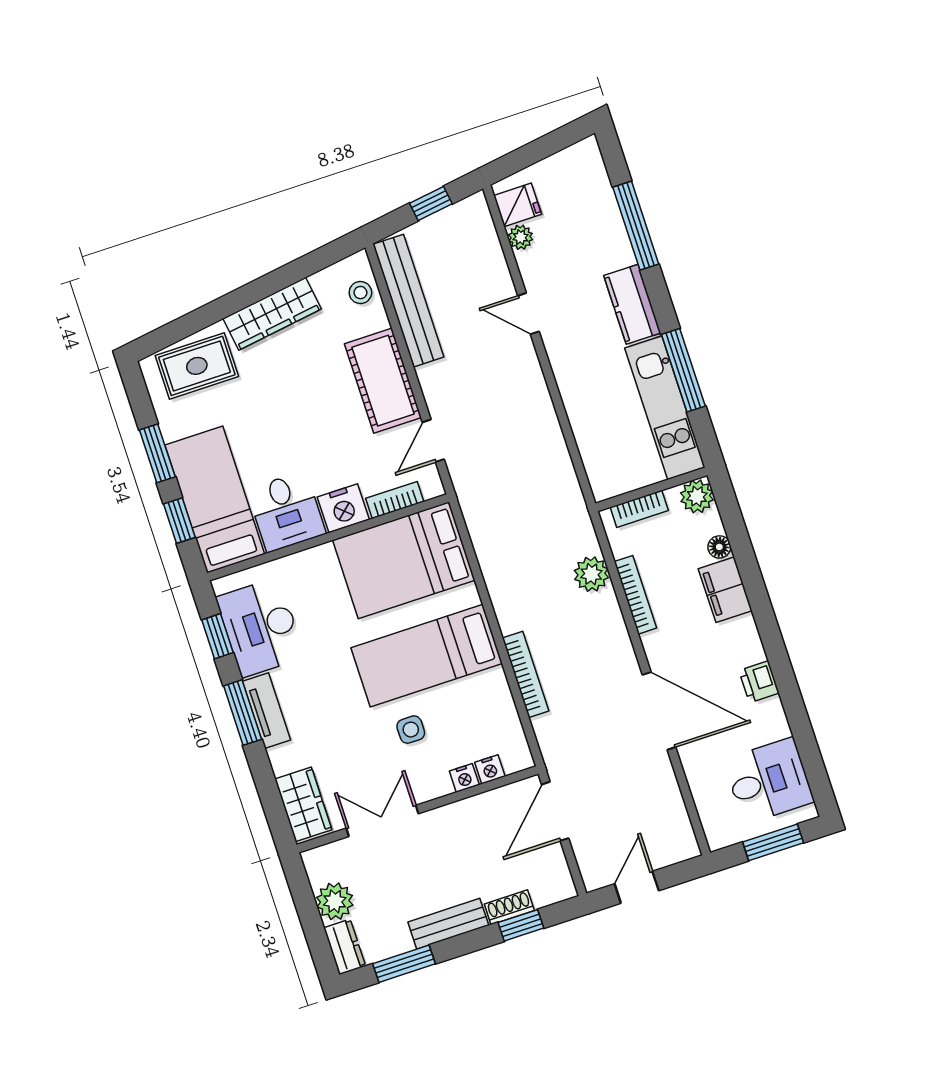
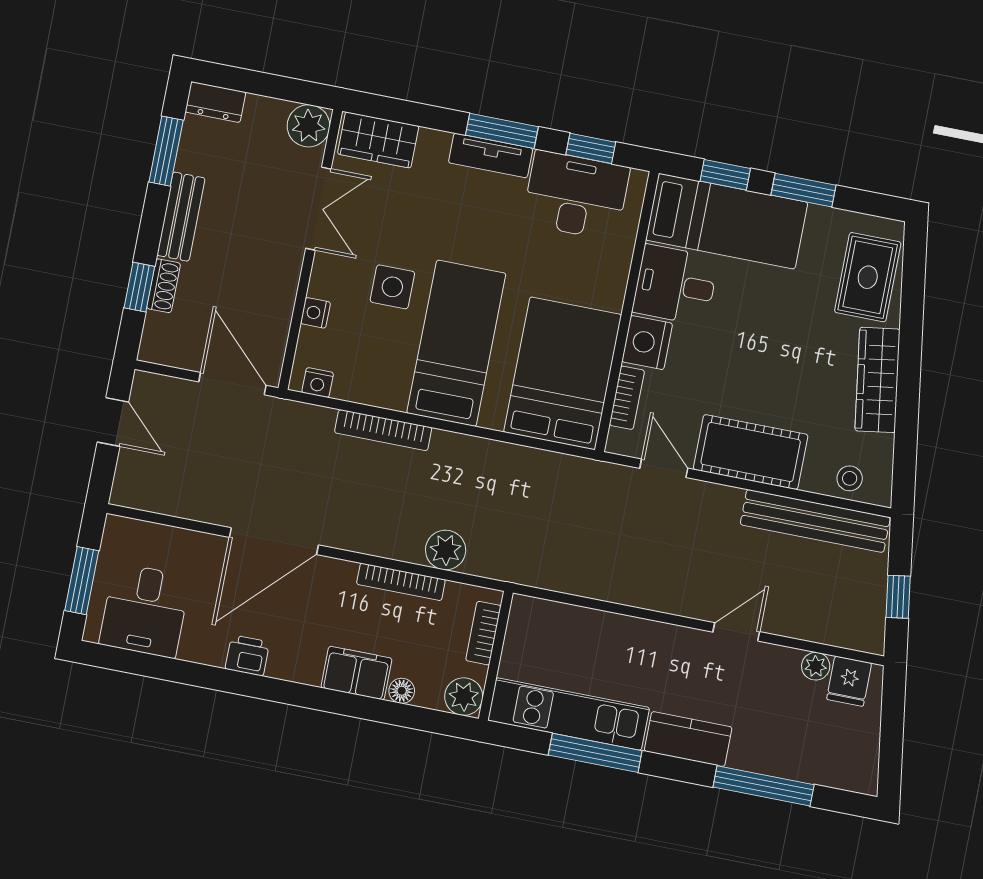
side table: (411, 730) -> (392, 287), width x1.37, depth x1.37
nightstand: (490, 769) -> (318, 383), moved, turned -90
plant: (335, 901) -> (308, 126), moved

